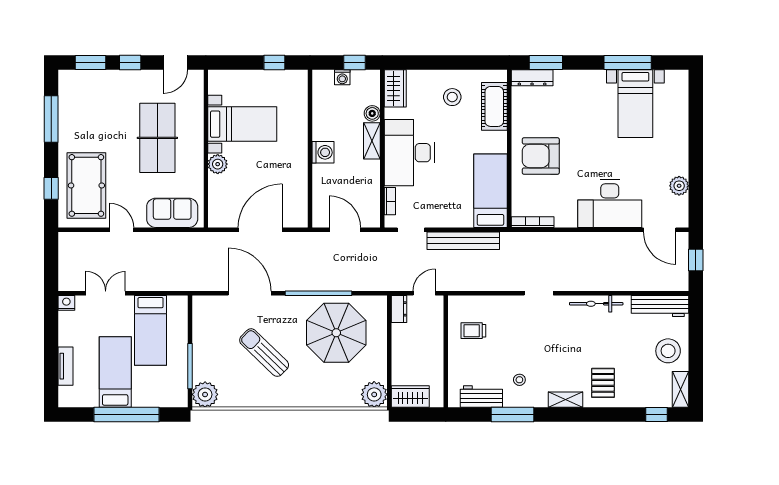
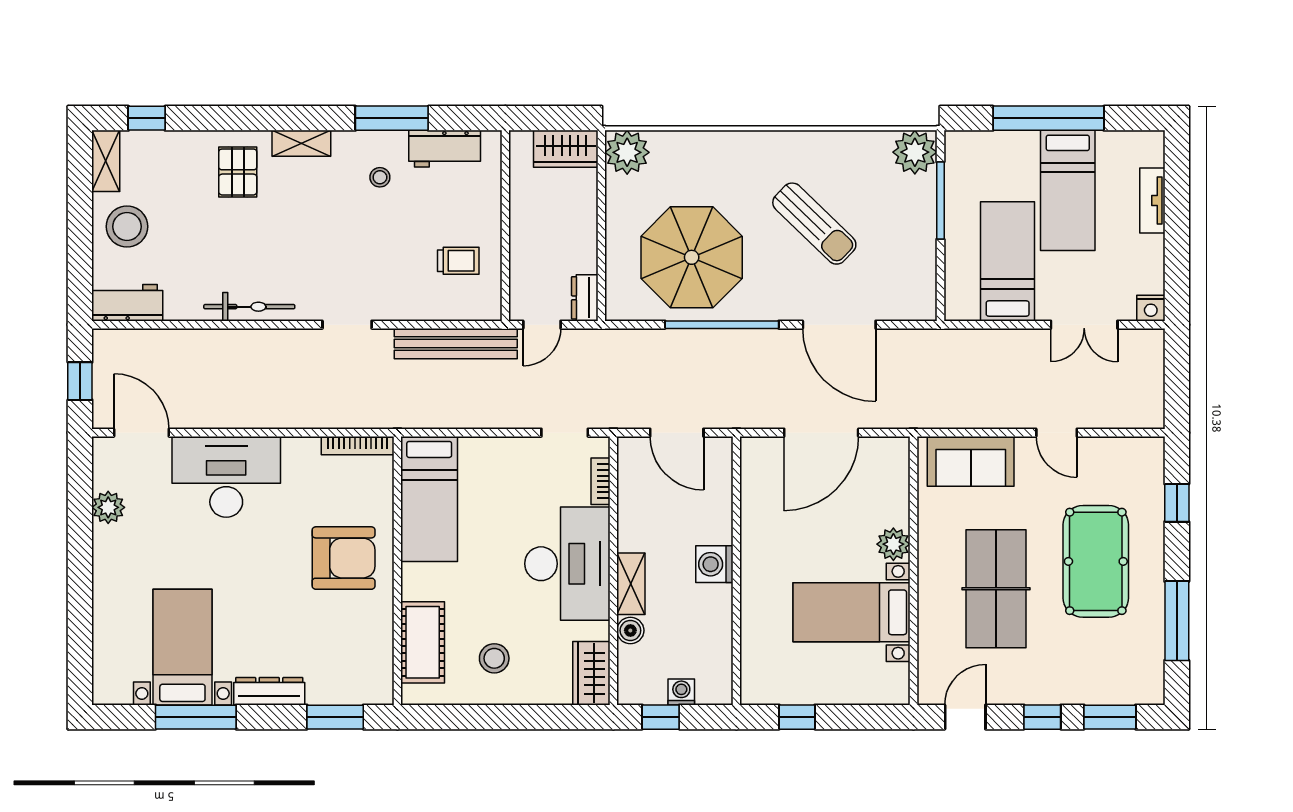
dresser: (532, 78) -> (269, 691), moved
pool table: (86, 185) -> (1096, 561), moved
bench: (463, 241) -> (456, 344), moved
workbench: (660, 306) -> (127, 303), width x0.73

